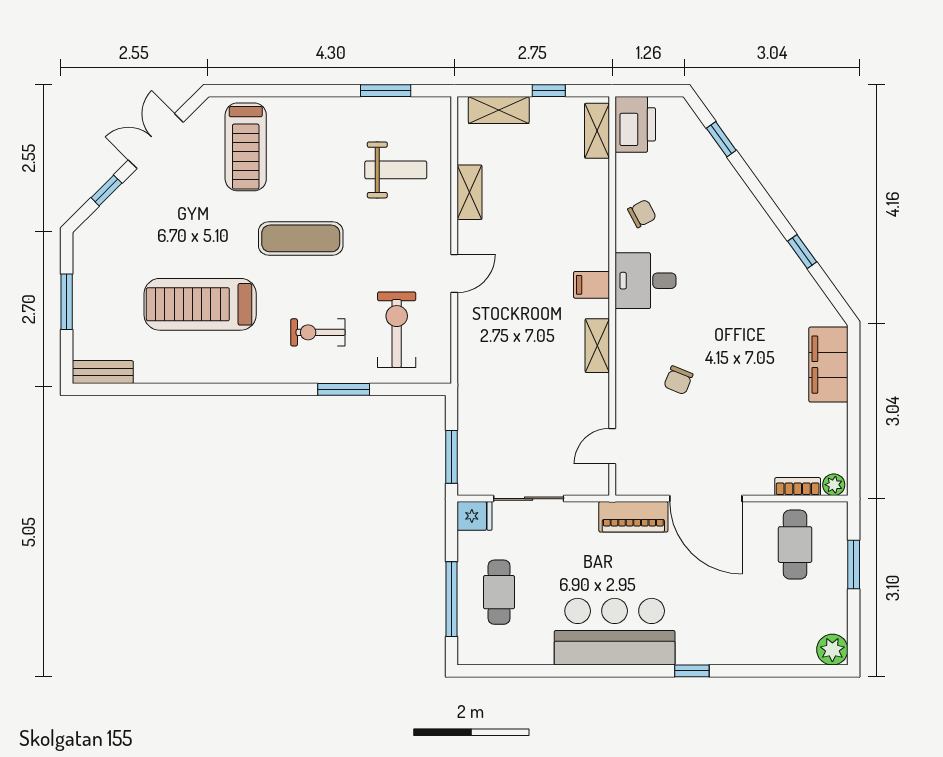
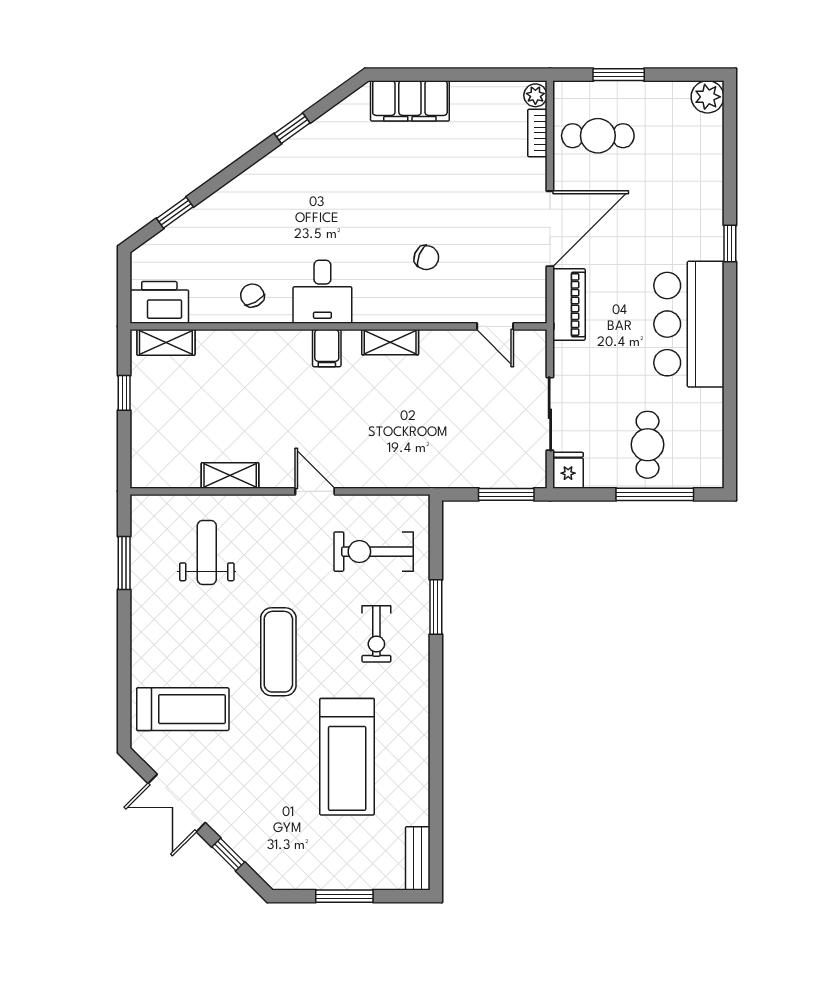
shelving: (499, 110) -> (144, 445), removed
cafe table: (499, 592) -> (648, 445), turned 90

